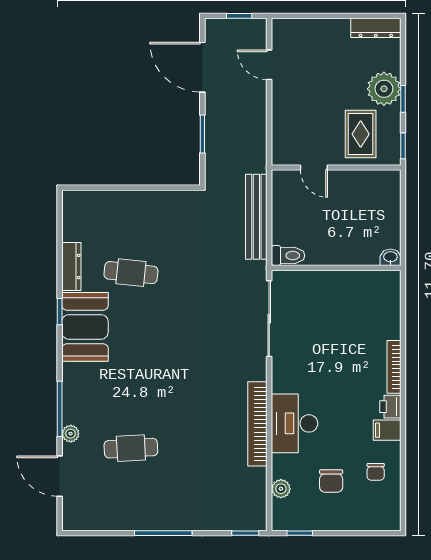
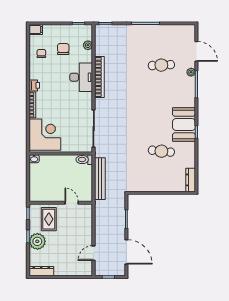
door: (269, 65) -> (94, 253), swing flipped
dresser: (71, 266) -> (191, 180), moved
corner desk: (369, 306) -> (45, 135), added
filing cabinet: (387, 430) -> (36, 30), moved

